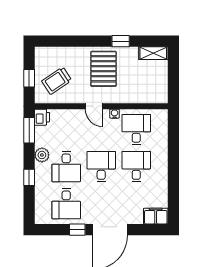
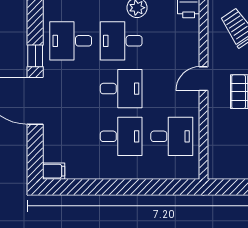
water cooler: (115, 114) -> (193, 107), removed
filing cabinet: (156, 216) -> (54, 171), width x0.50

